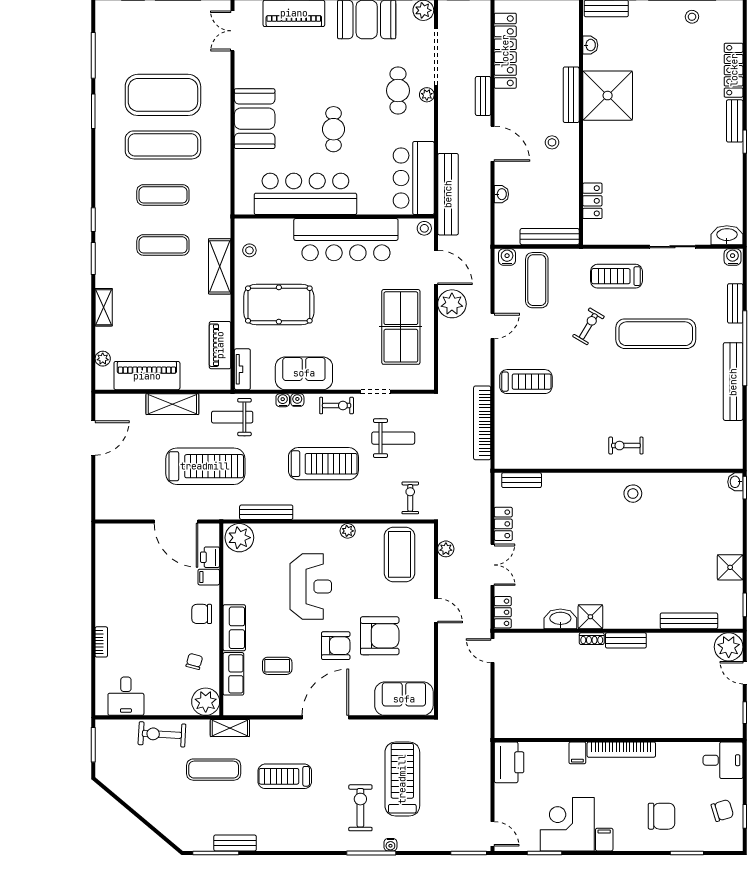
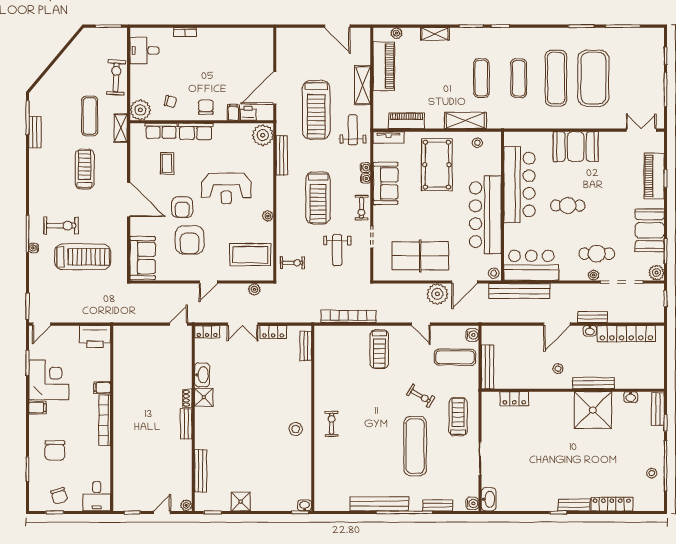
washbasin: (501, 194) -> (590, 331), moved
plant: (729, 647) -> (186, 505), width x0.53, depth x0.53

